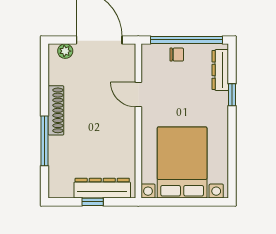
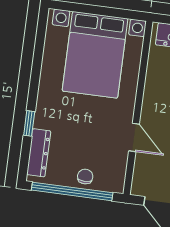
chair: (177, 55) -> (85, 177), turned 90

